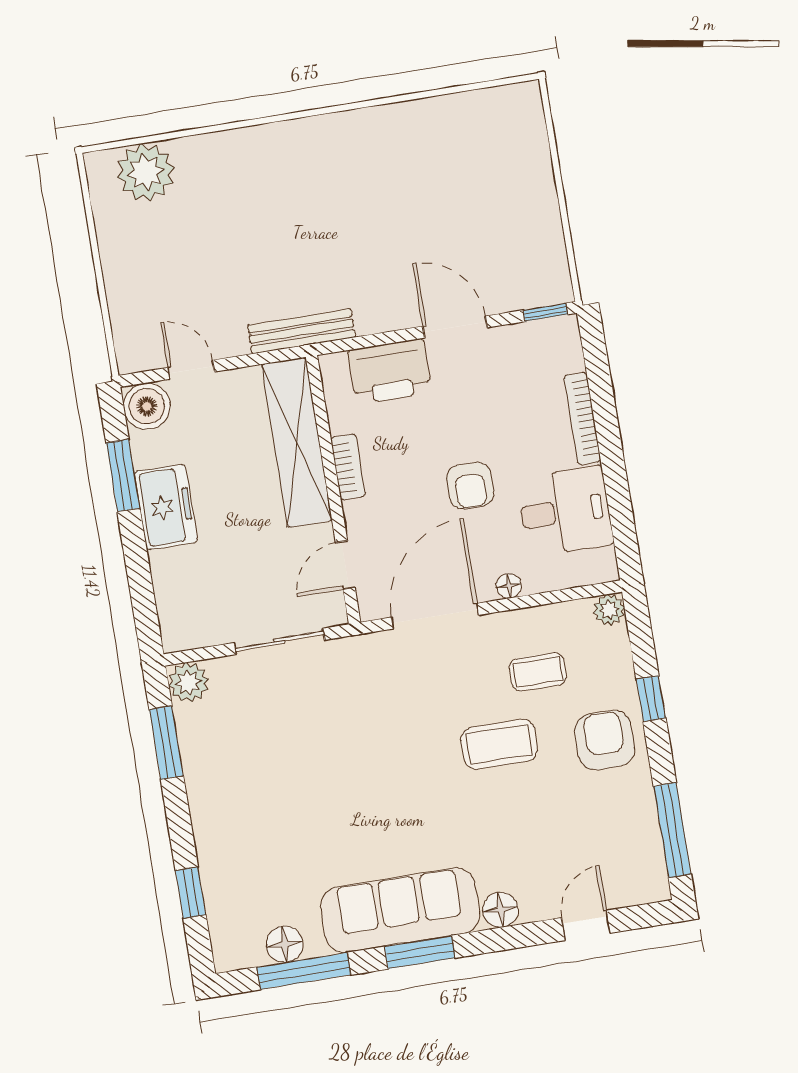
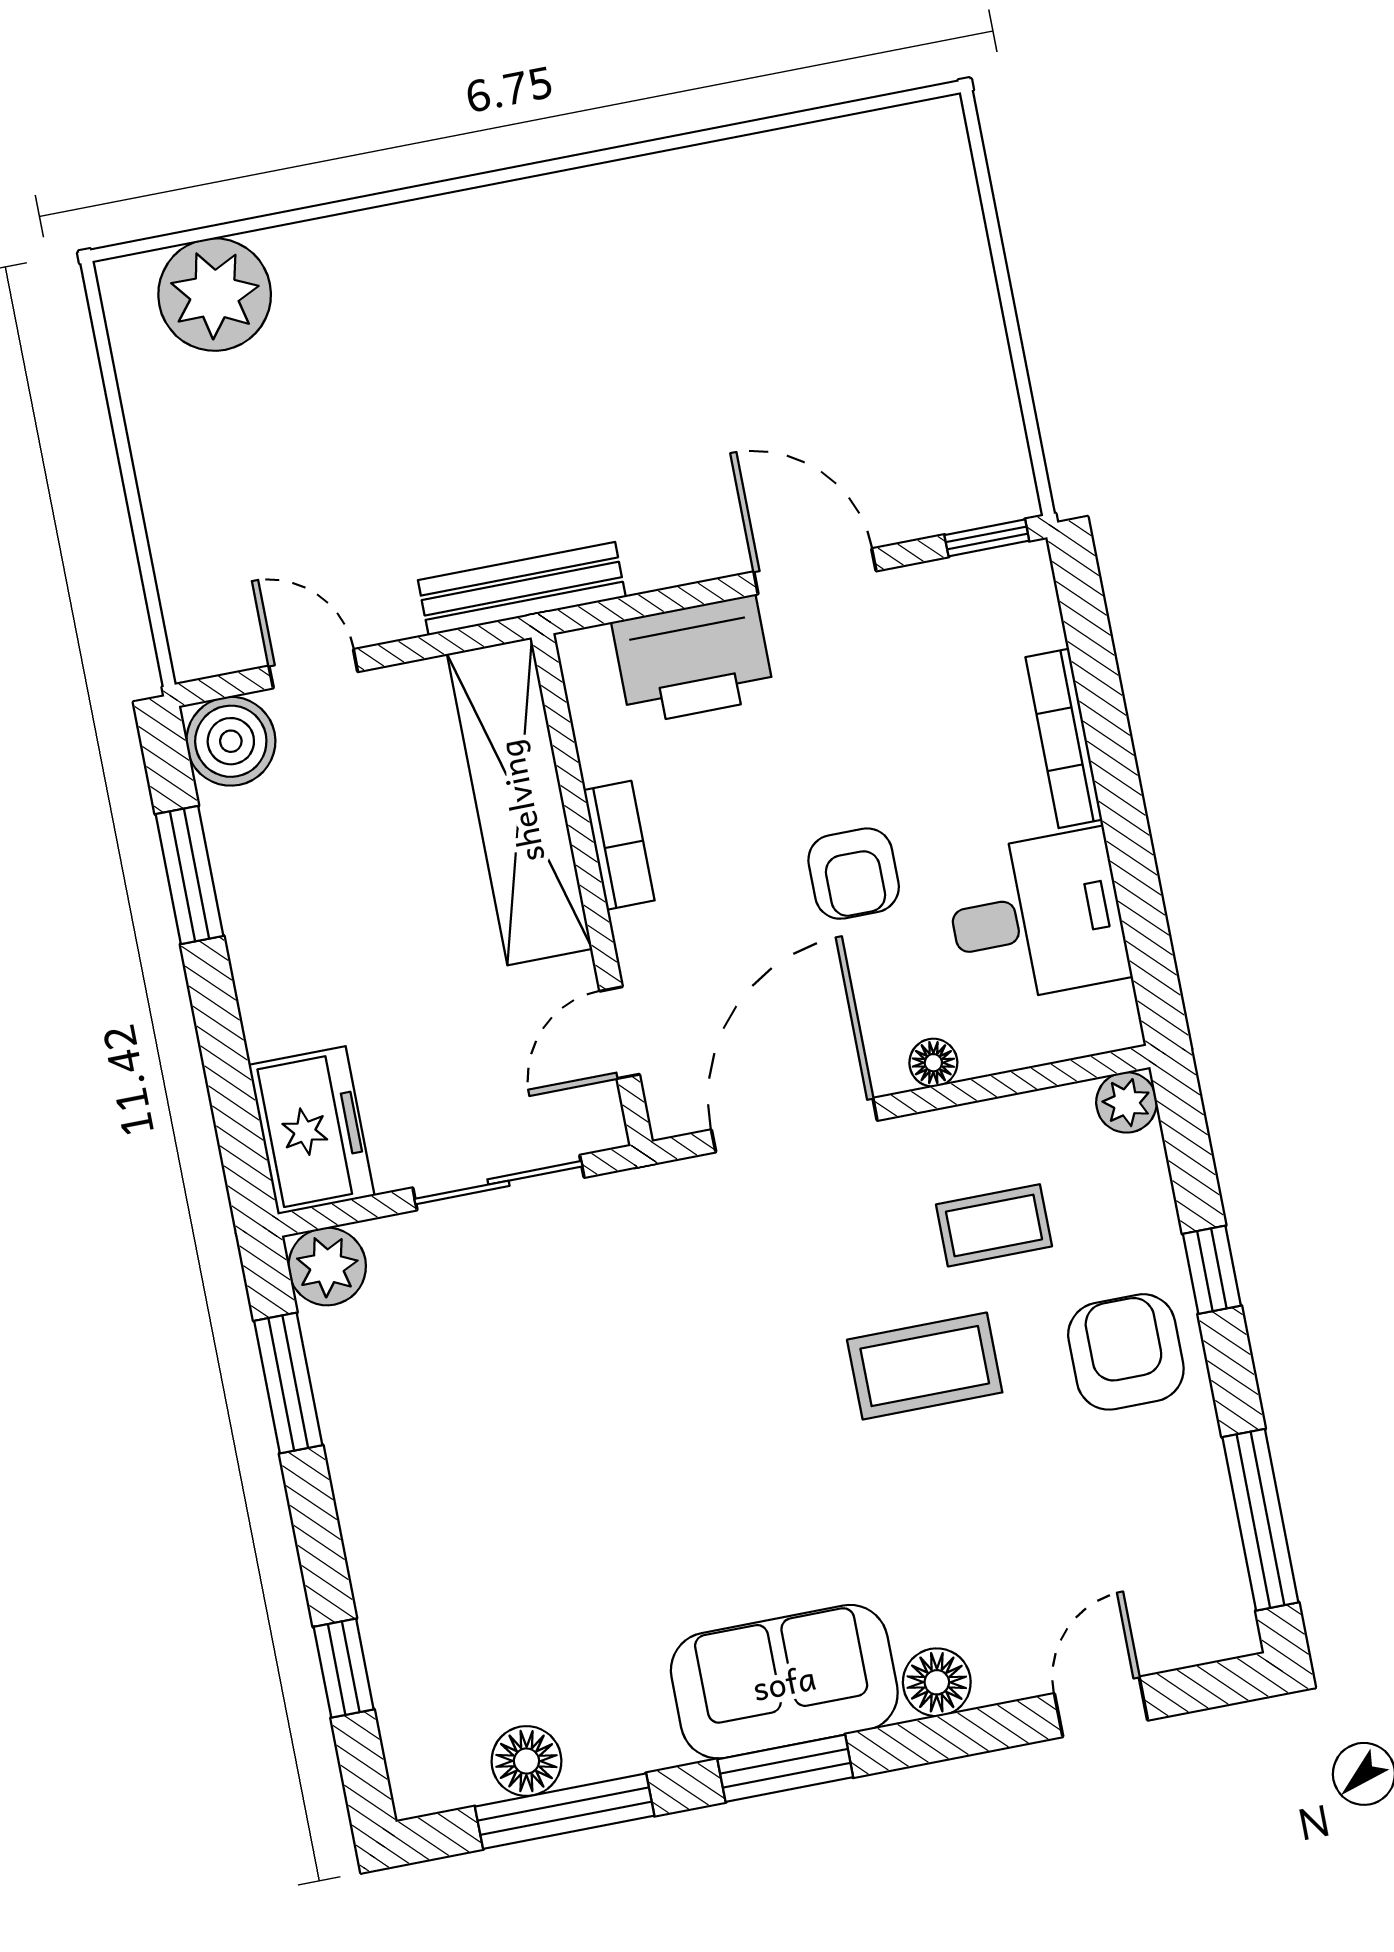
freezer: (166, 507) -> (312, 1130), moved
sofa: (400, 910) -> (784, 1682), width x0.73

